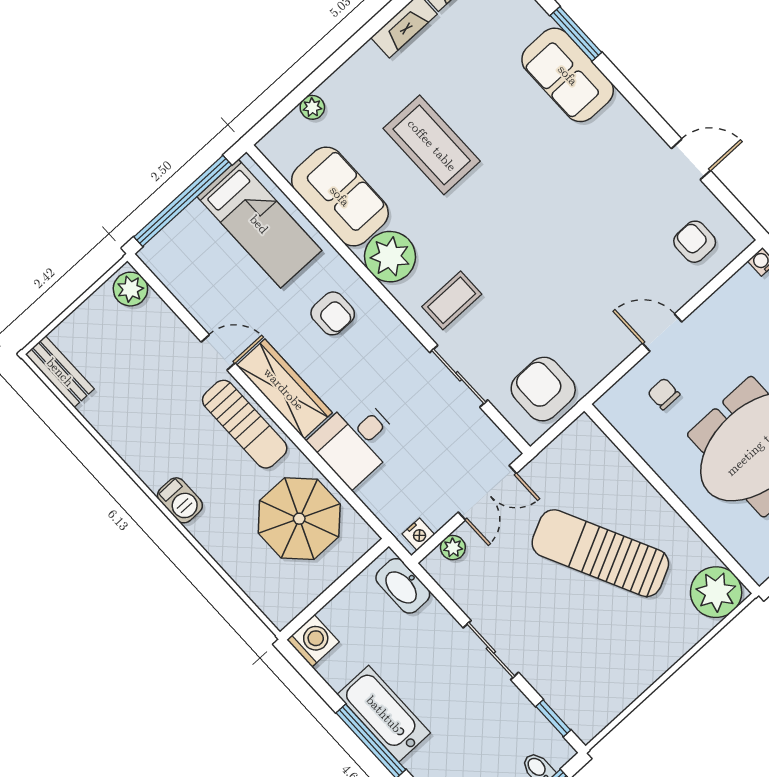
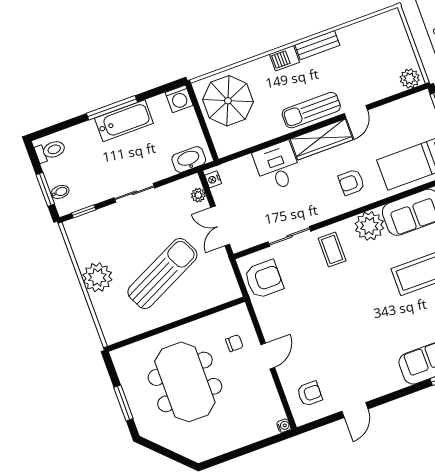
bench: (60, 372) -> (317, 45), moved
parasol: (299, 519) -> (228, 101), moved
plant: (716, 592) -> (97, 277), moved

